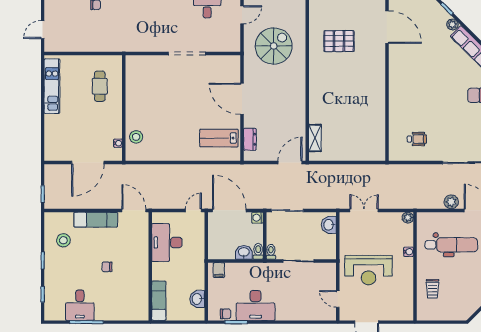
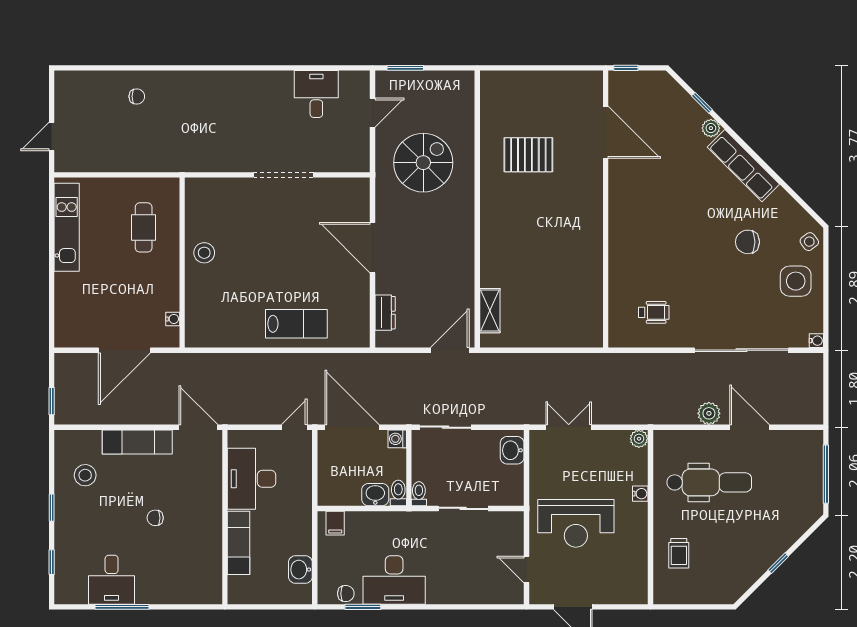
stool: (136, 137) -> (204, 253), moved
lab bench: (219, 138) -> (296, 324), moved, turned 180
exam couch: (159, 301) -> (239, 543), moved

